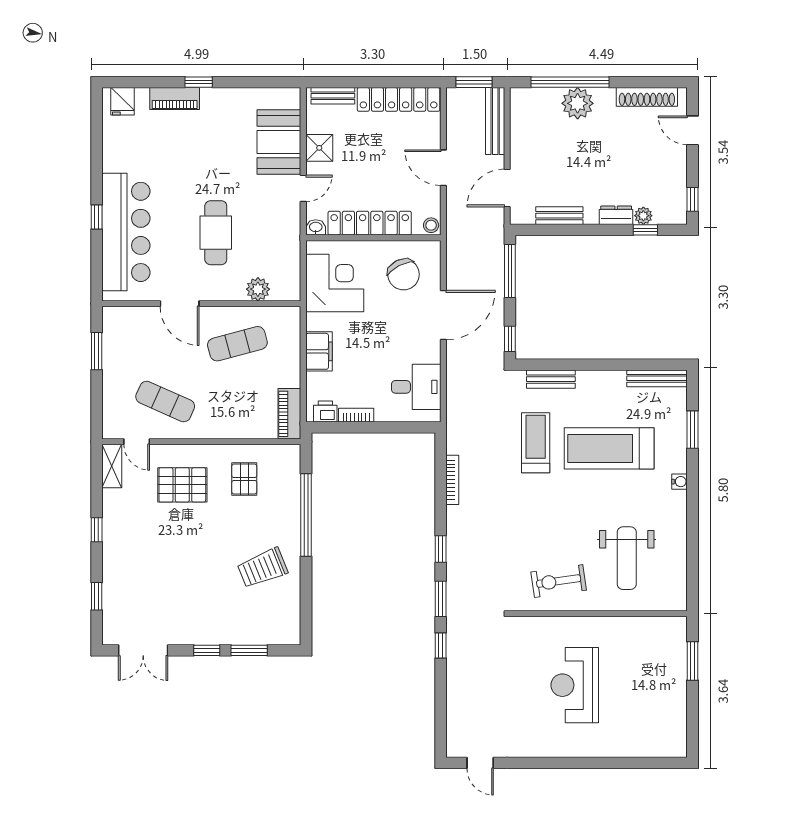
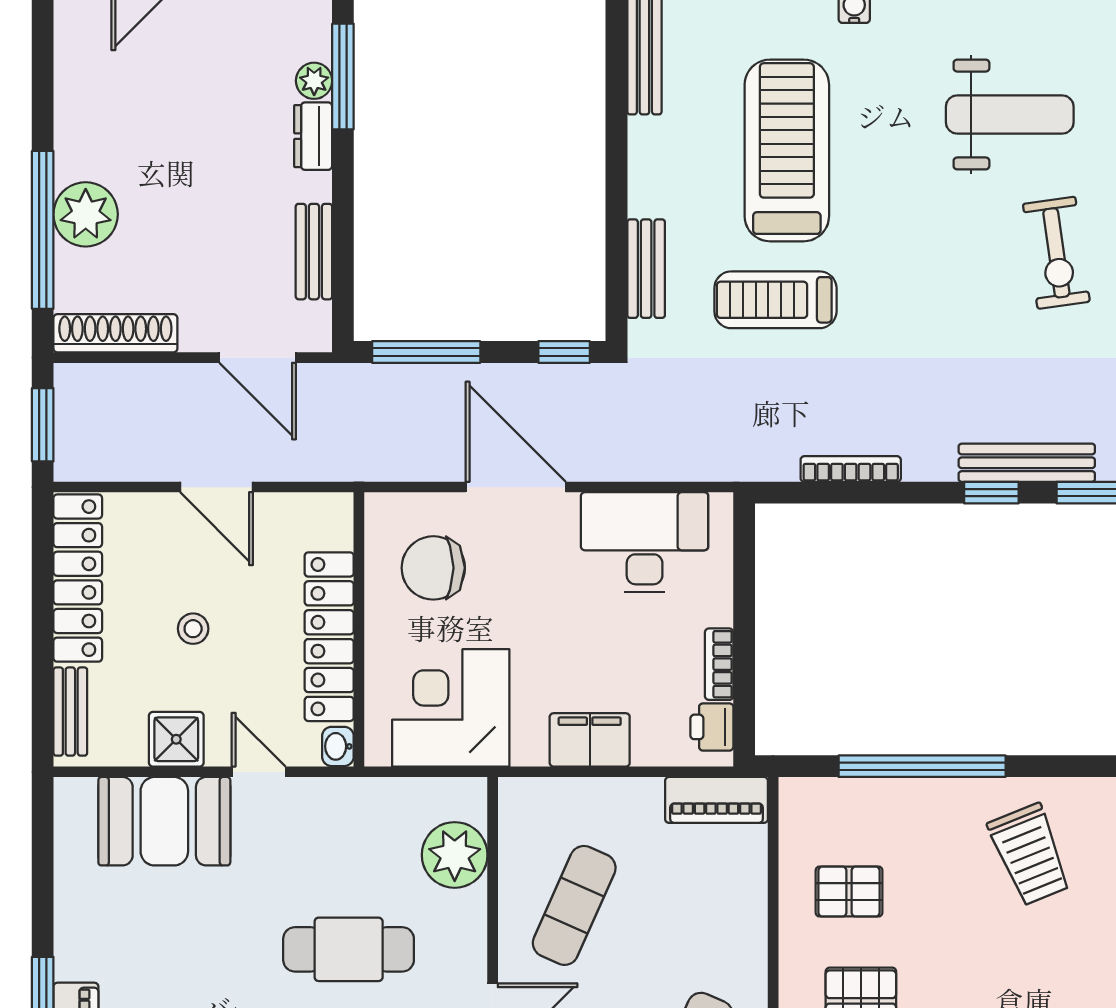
shoe rack: (647, 97) -> (115, 333), moved, turned -90
bench: (495, 121) -> (1027, 463), moved
door: (443, 168) -> (217, 487), hinge flipped
stool: (431, 225) -> (193, 629), moved
window: (645, 230) -> (343, 77), width x2.17
chair: (404, 274) -> (433, 568), turned -153
plant: (258, 289) -> (455, 855), width x1.36, depth x1.36
exercise mat: (237, 344) -> (574, 905), turned 39
desk: (416, 387) -> (645, 542), width x1.37
treadmill: (609, 448) -> (787, 150), turned 180

